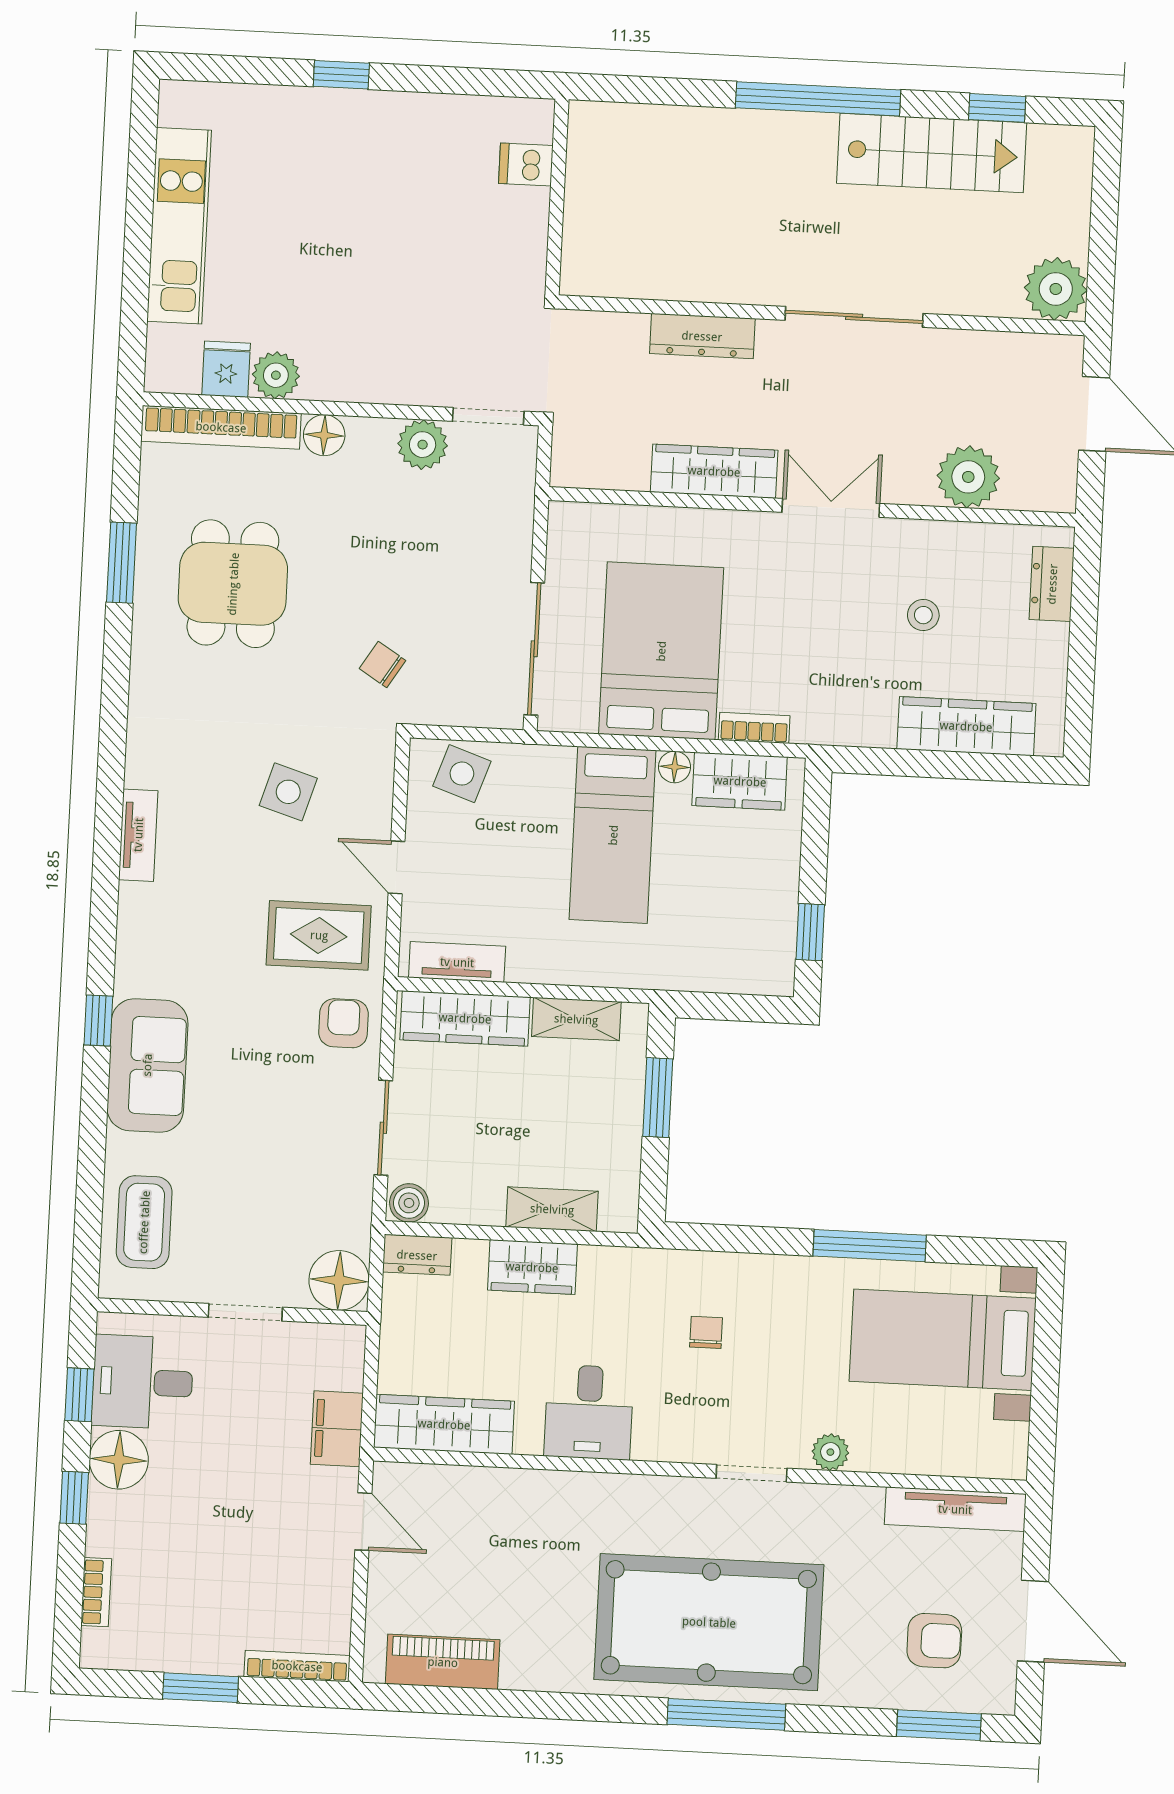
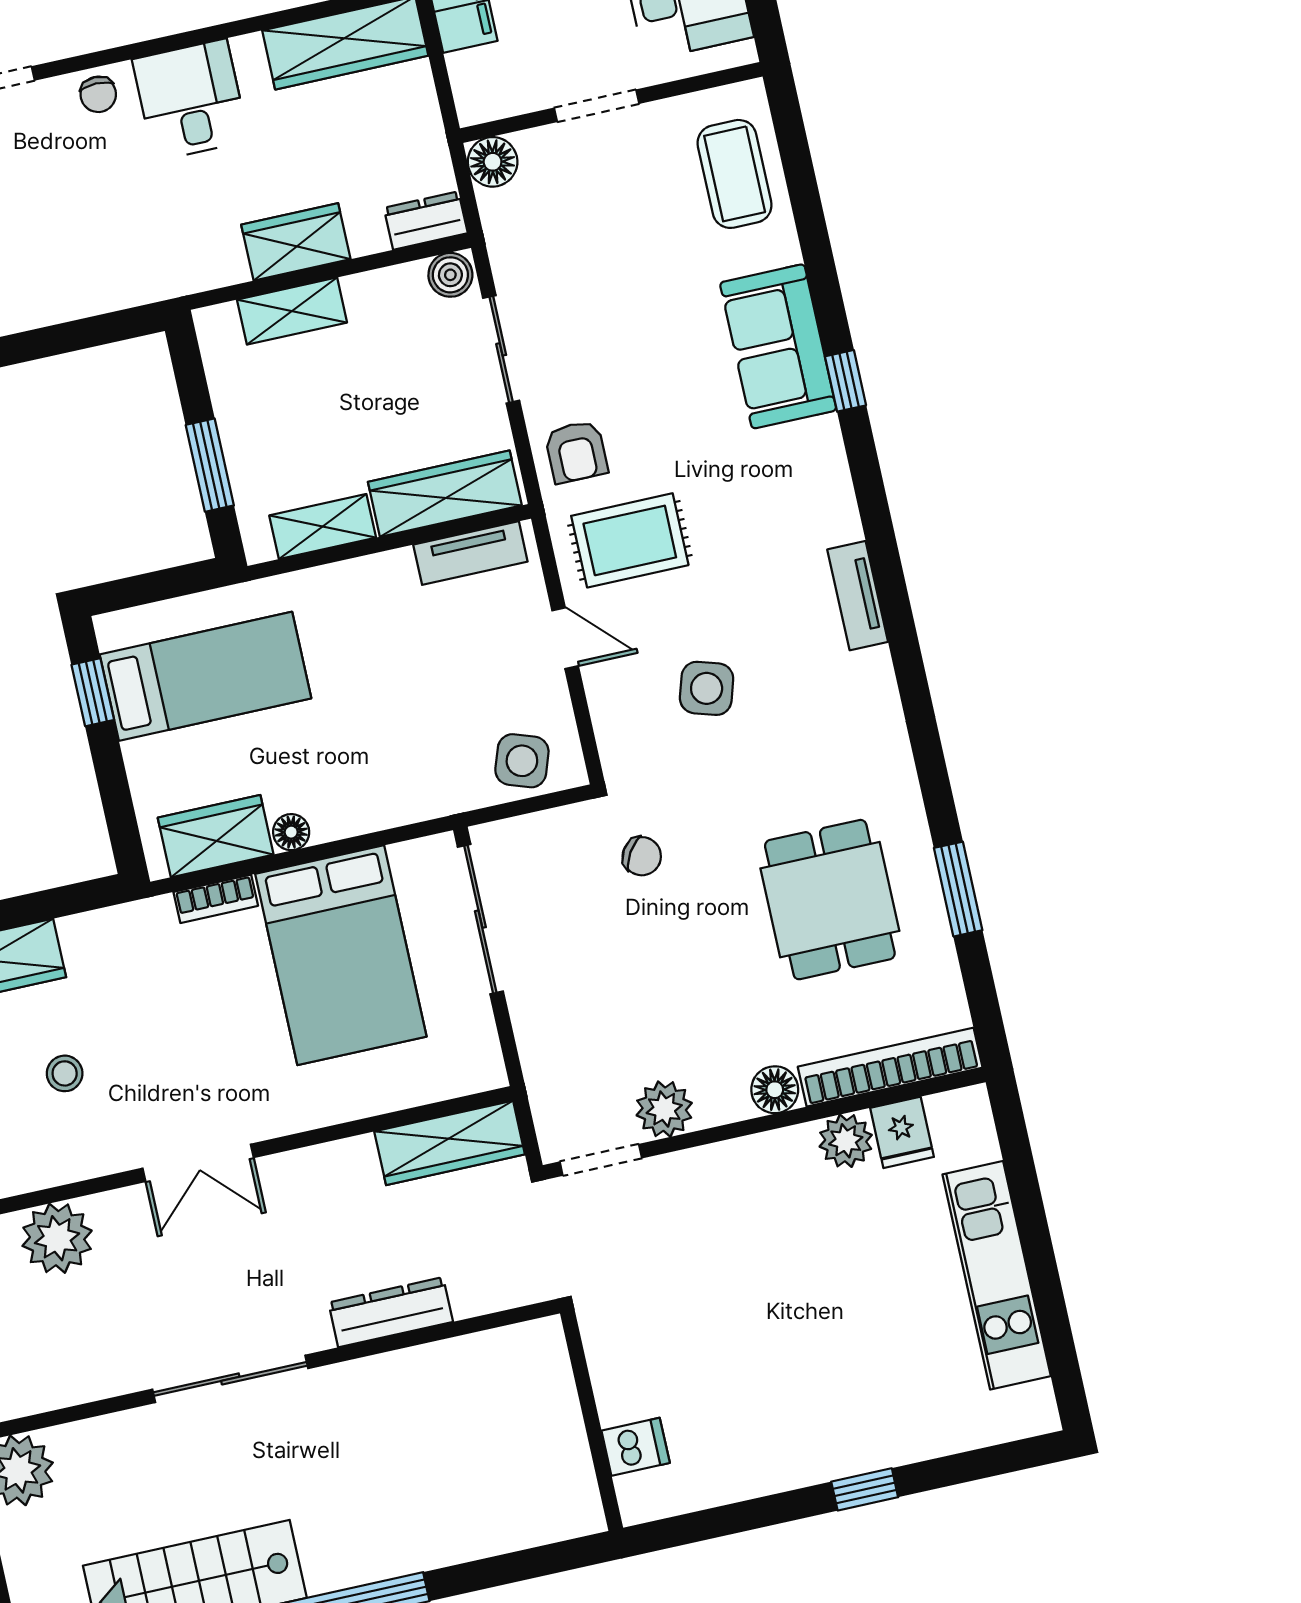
wardrobe: (714, 471) -> (450, 1143), moved
bed: (613, 835) -> (205, 676), moved, turned 90
floor lamp: (339, 1280) -> (493, 162), width x0.73, depth x0.73
chair: (706, 1332) -> (98, 94), moved

